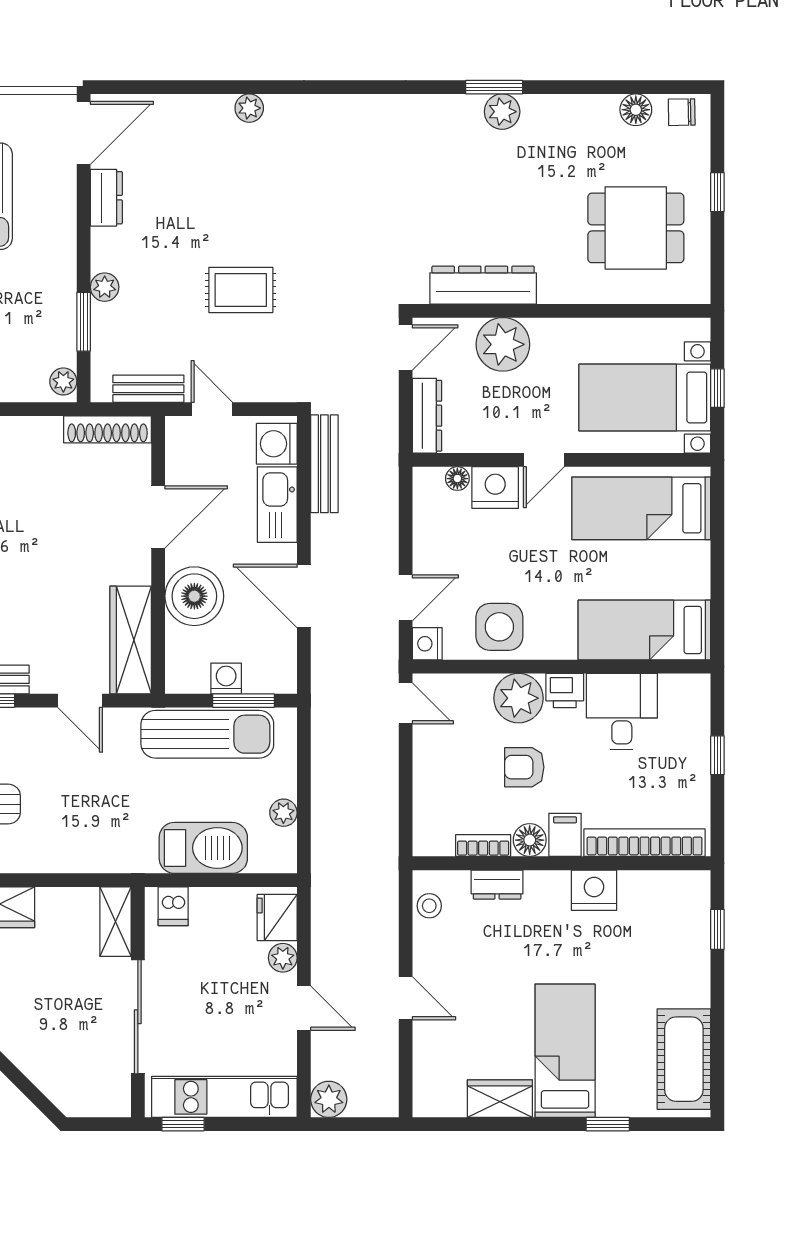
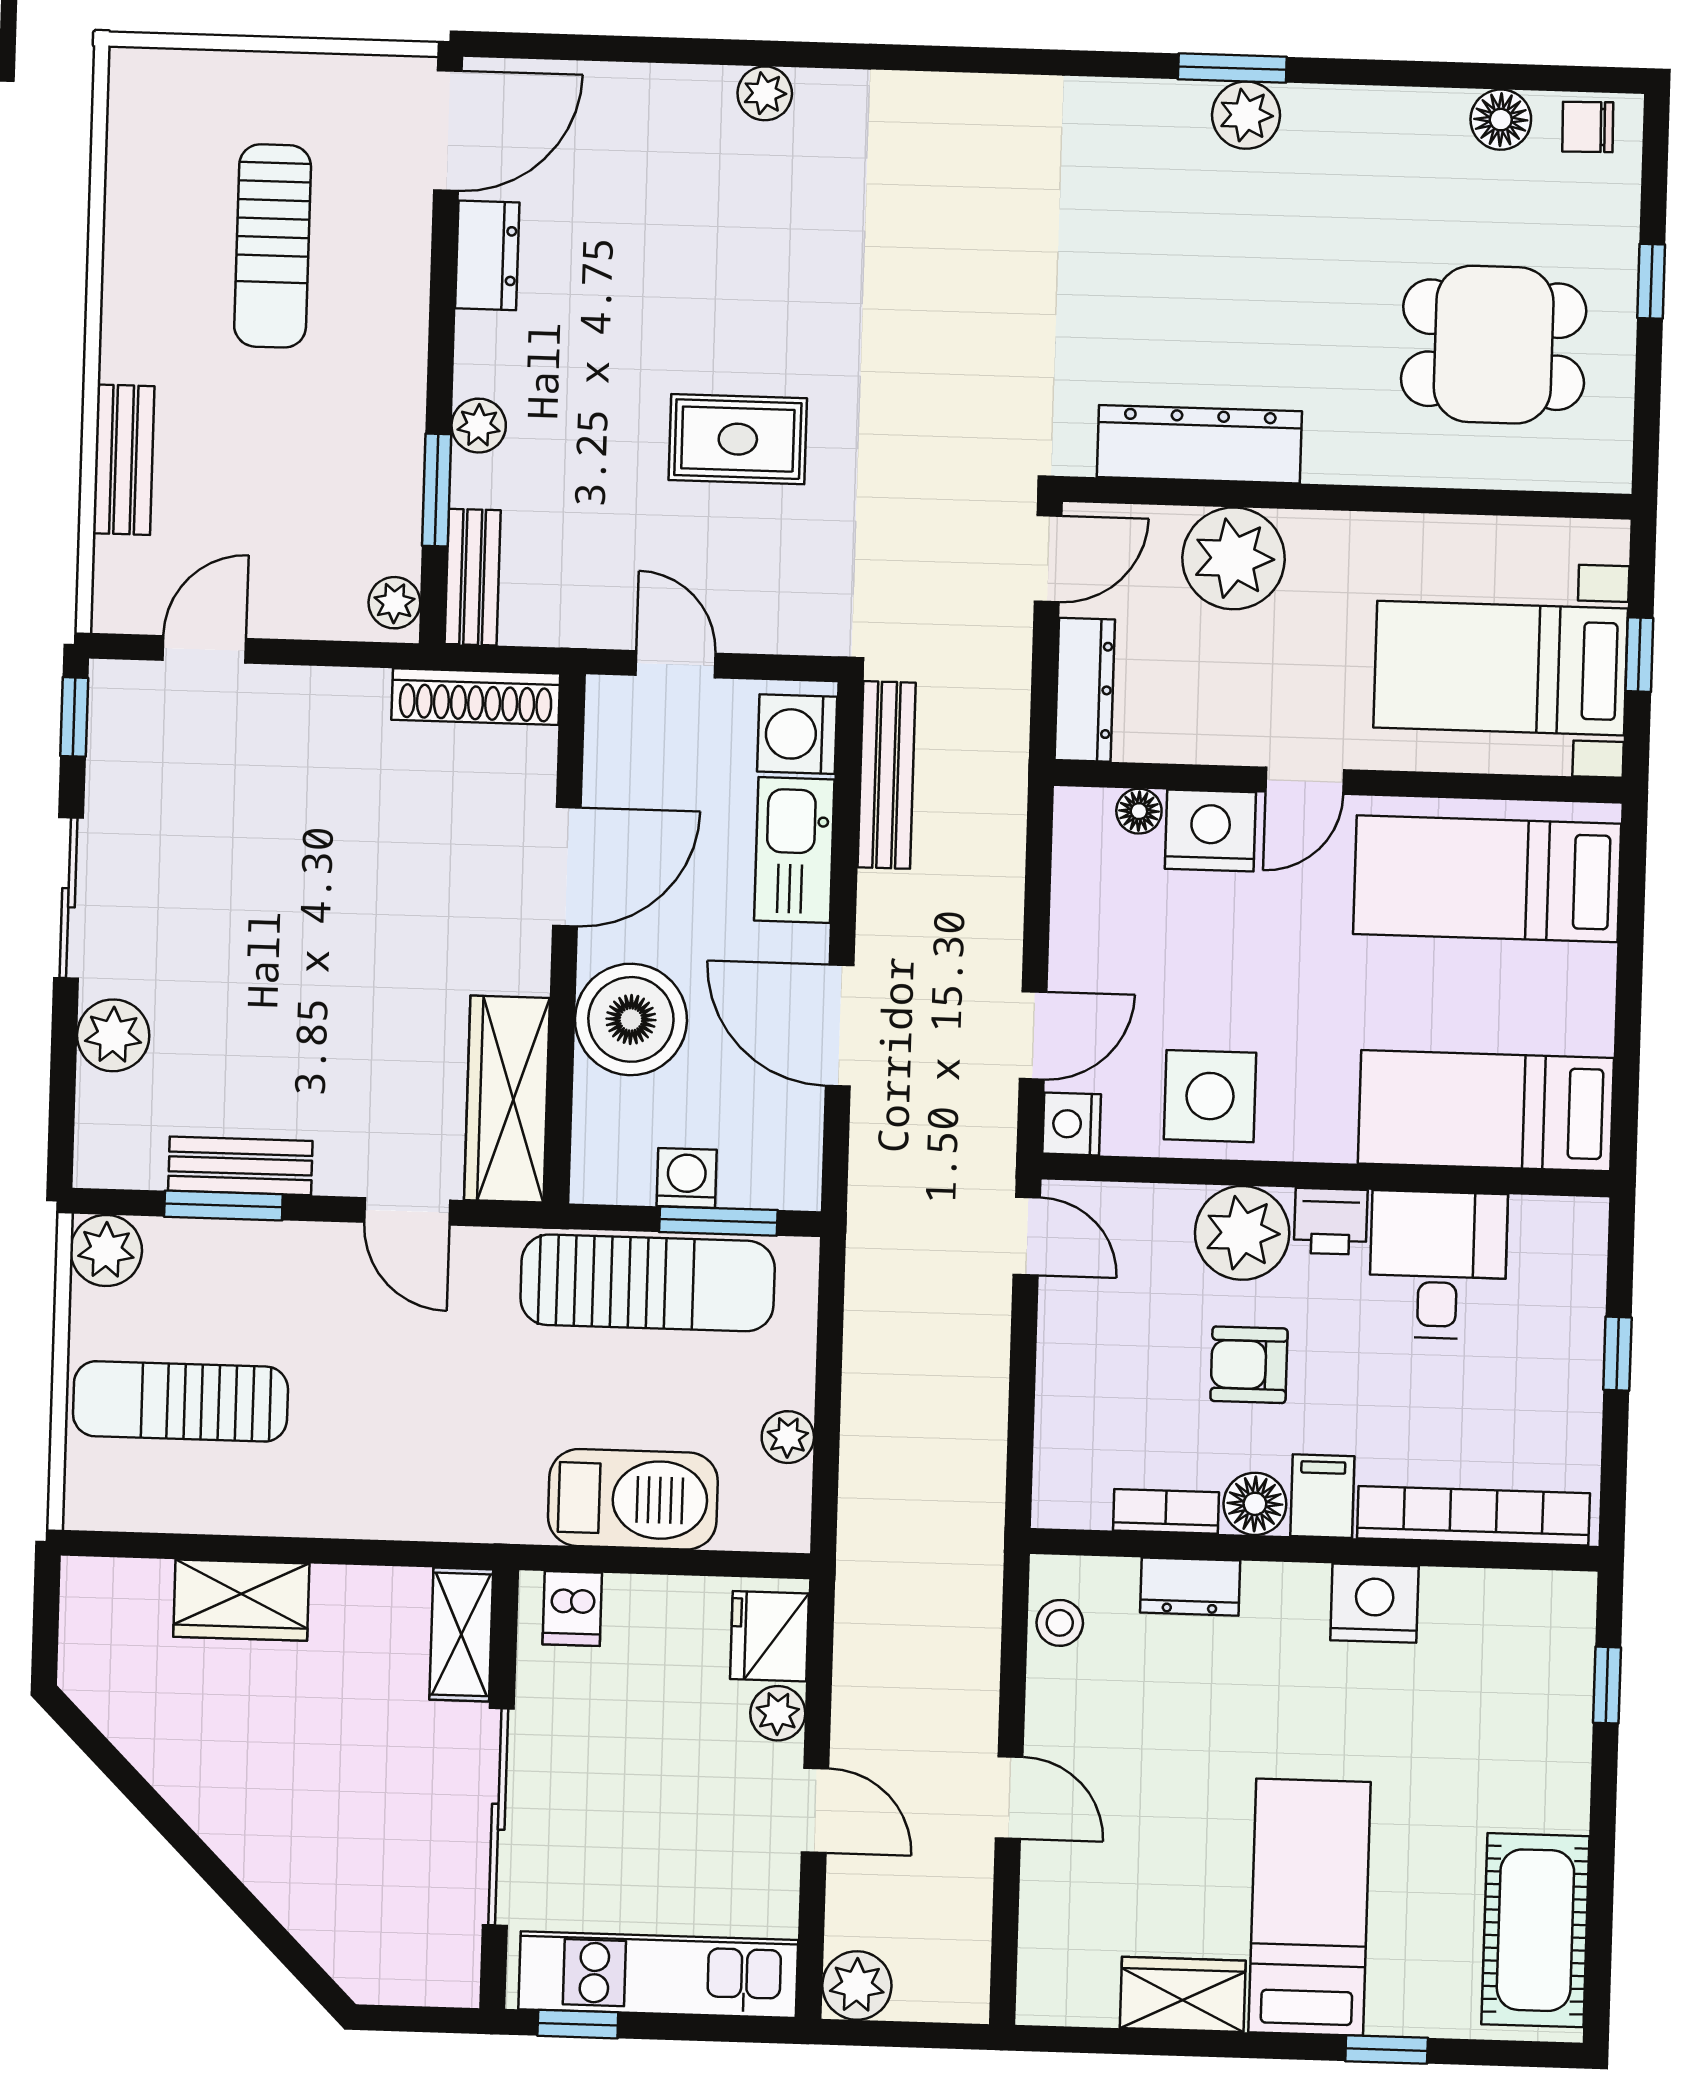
bench: (148, 389) -> (473, 577), moved, turned 90

